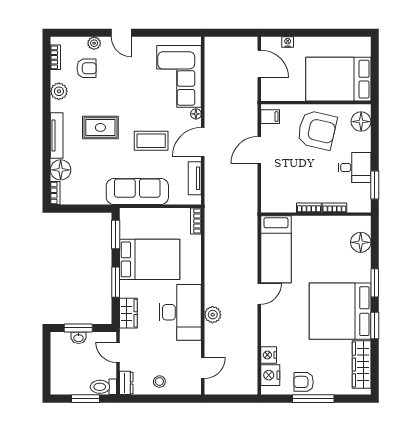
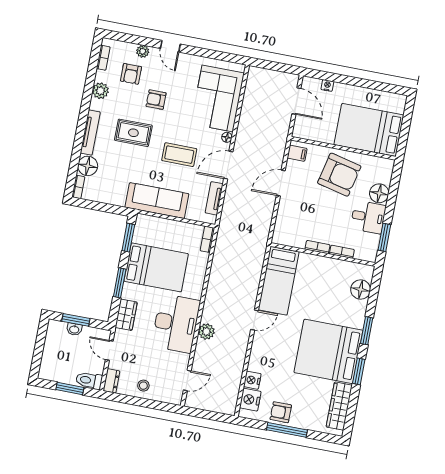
armchair: (87, 68) -> (131, 74), turned 90
armchair: (117, 89) -> (156, 100), added
floor lamp: (361, 122) -> (379, 193), moved

